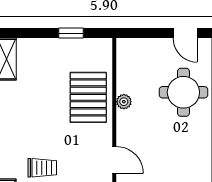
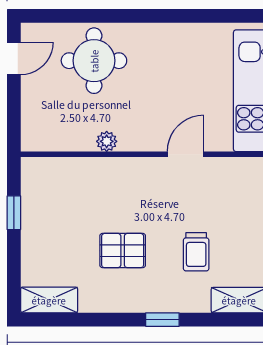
pallet: (88, 97) -> (123, 251), moved, width x0.67, depth x0.71
trolley: (42, 168) -> (196, 252), turned 180

